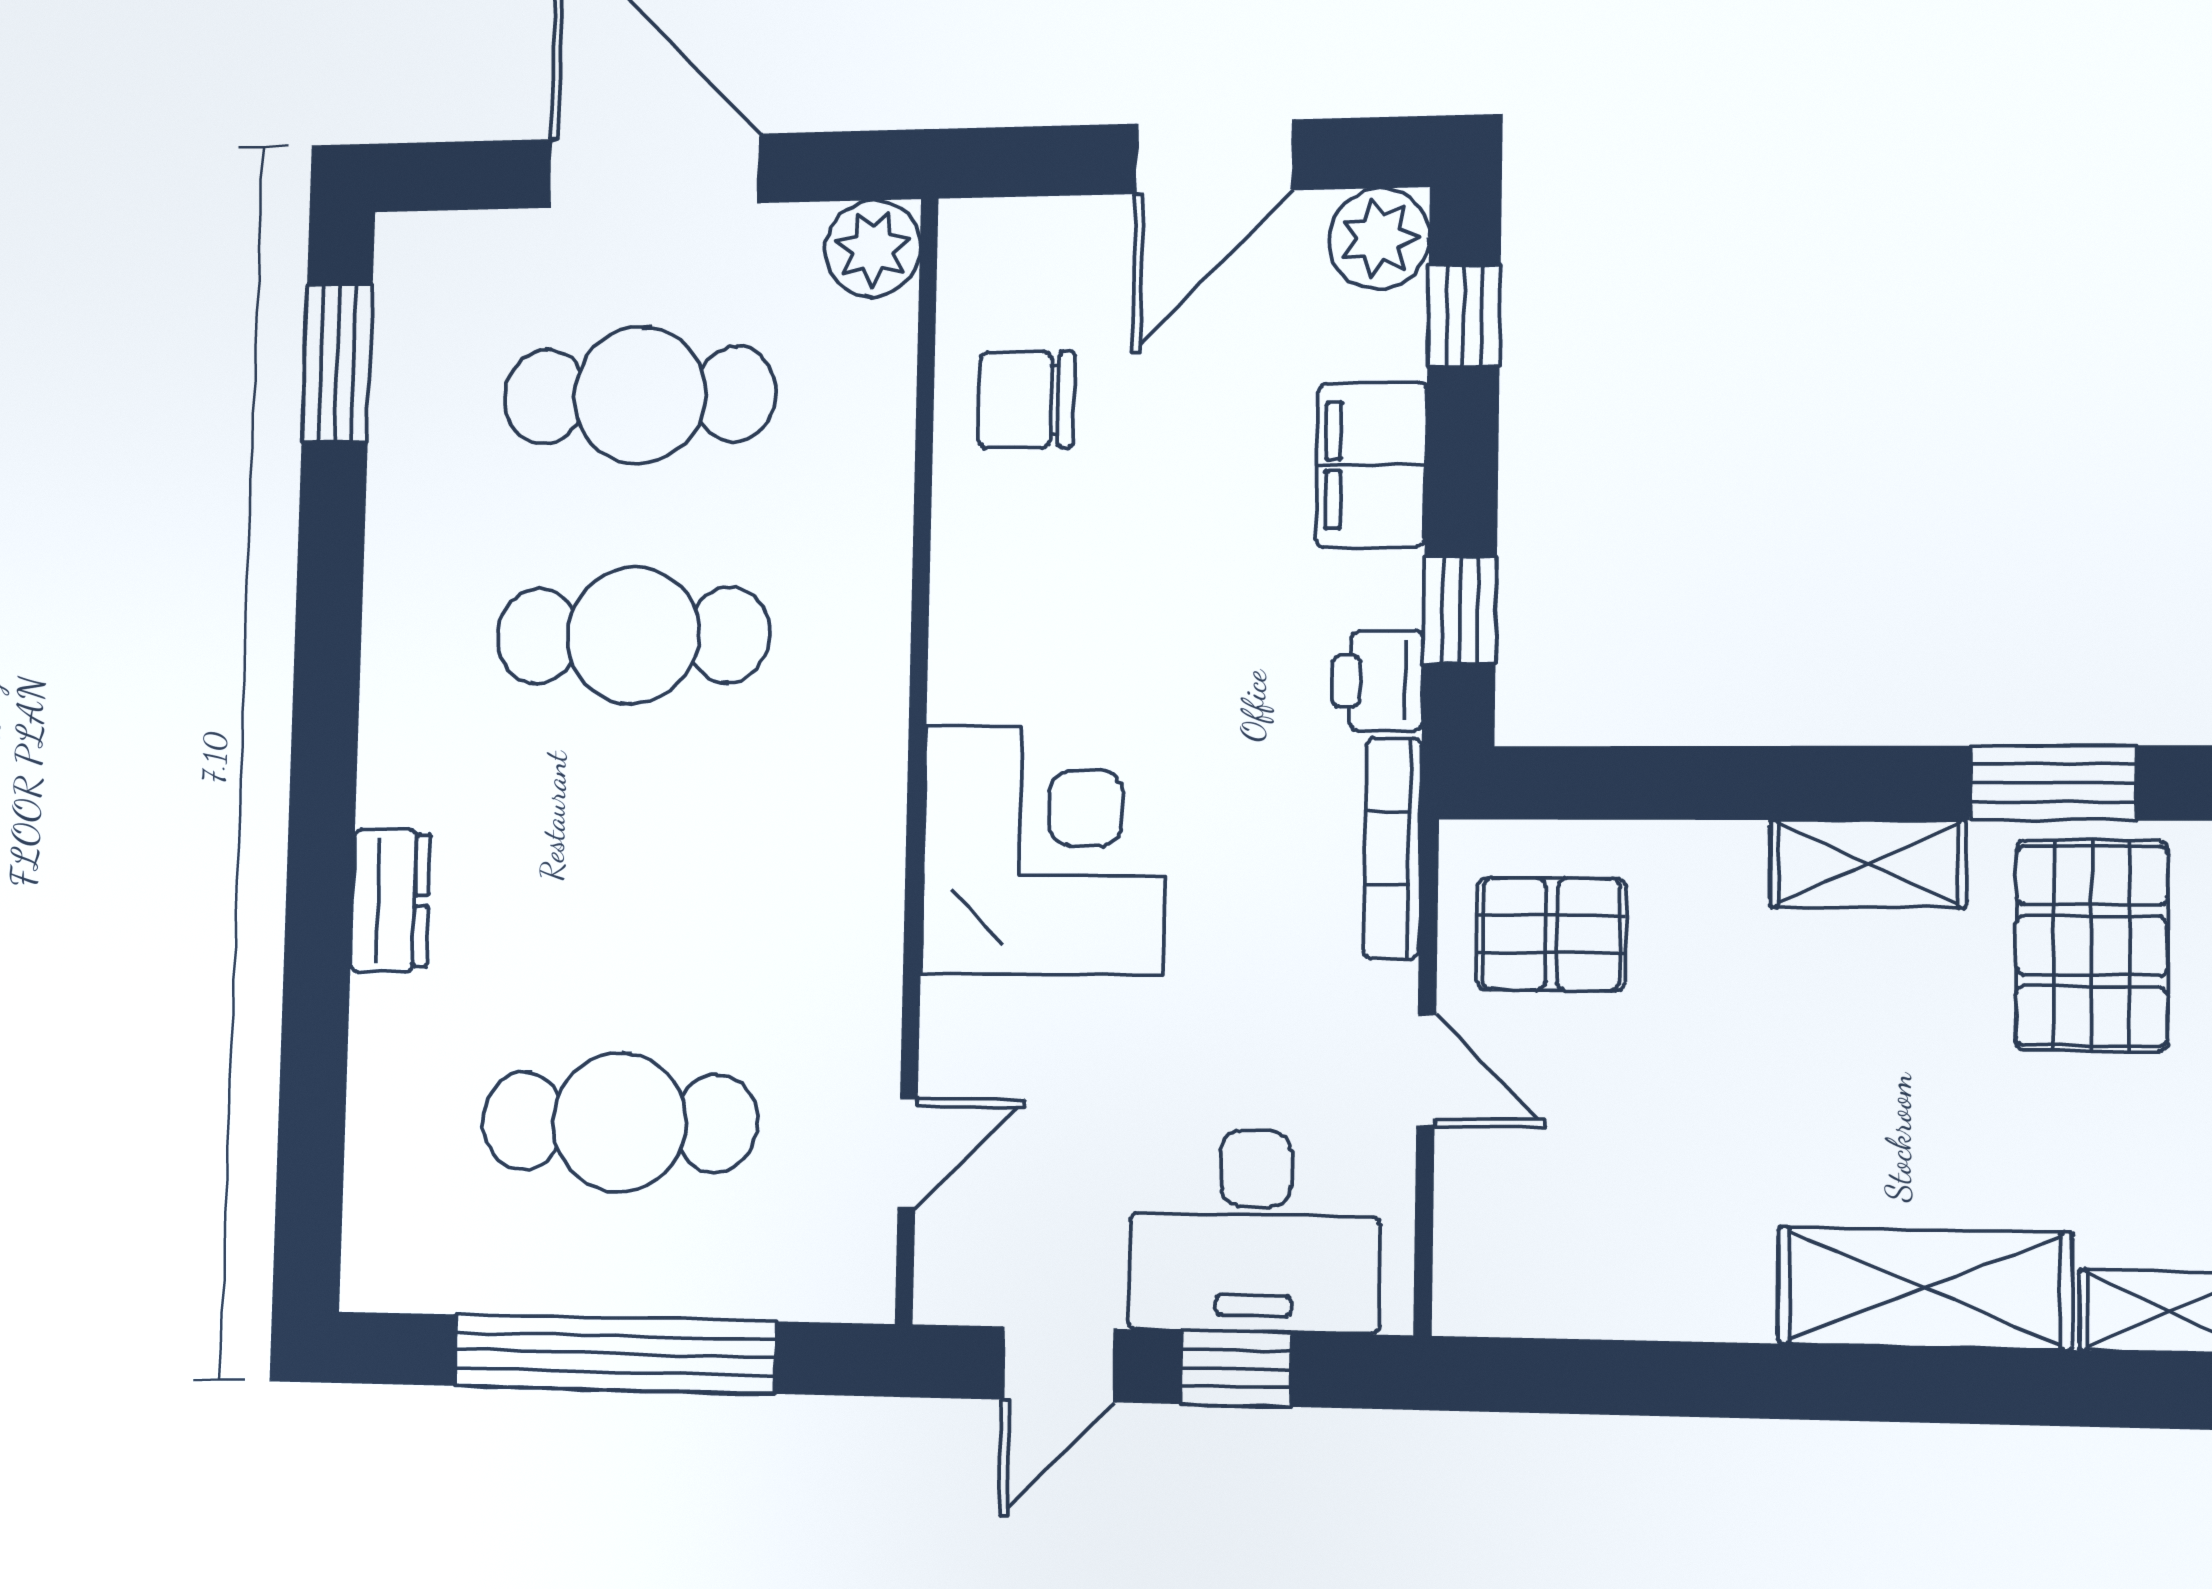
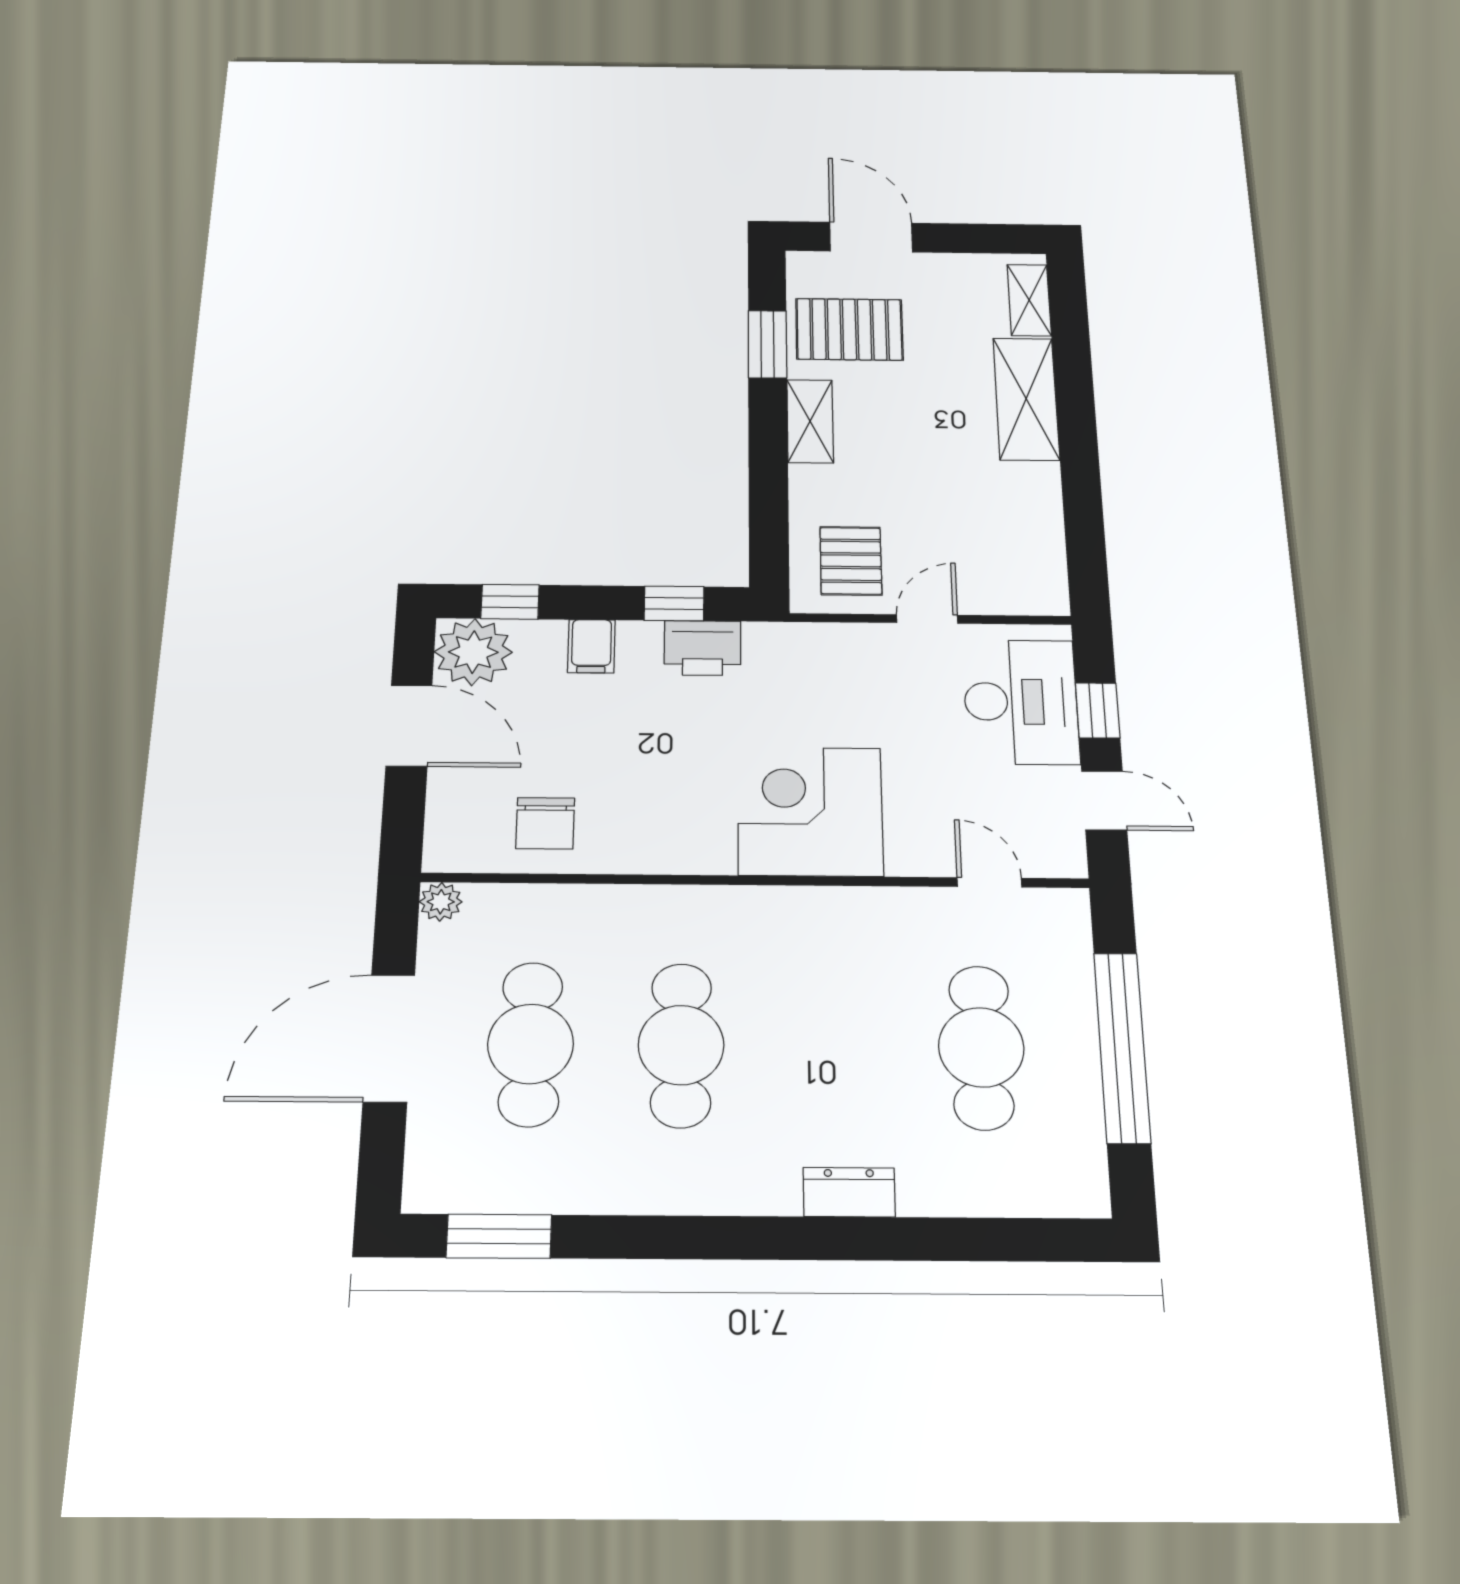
plant: (1379, 239) -> (473, 652), width x1.36, depth x1.36
plant: (873, 249) -> (441, 902), width x0.73, depth x0.73
filing cabinet: (1371, 465) -> (591, 646), width x0.50
printer: (1378, 681) -> (703, 648), width x1.36, depth x1.24
bookcase: (1392, 848) -> (806, 635), removed

